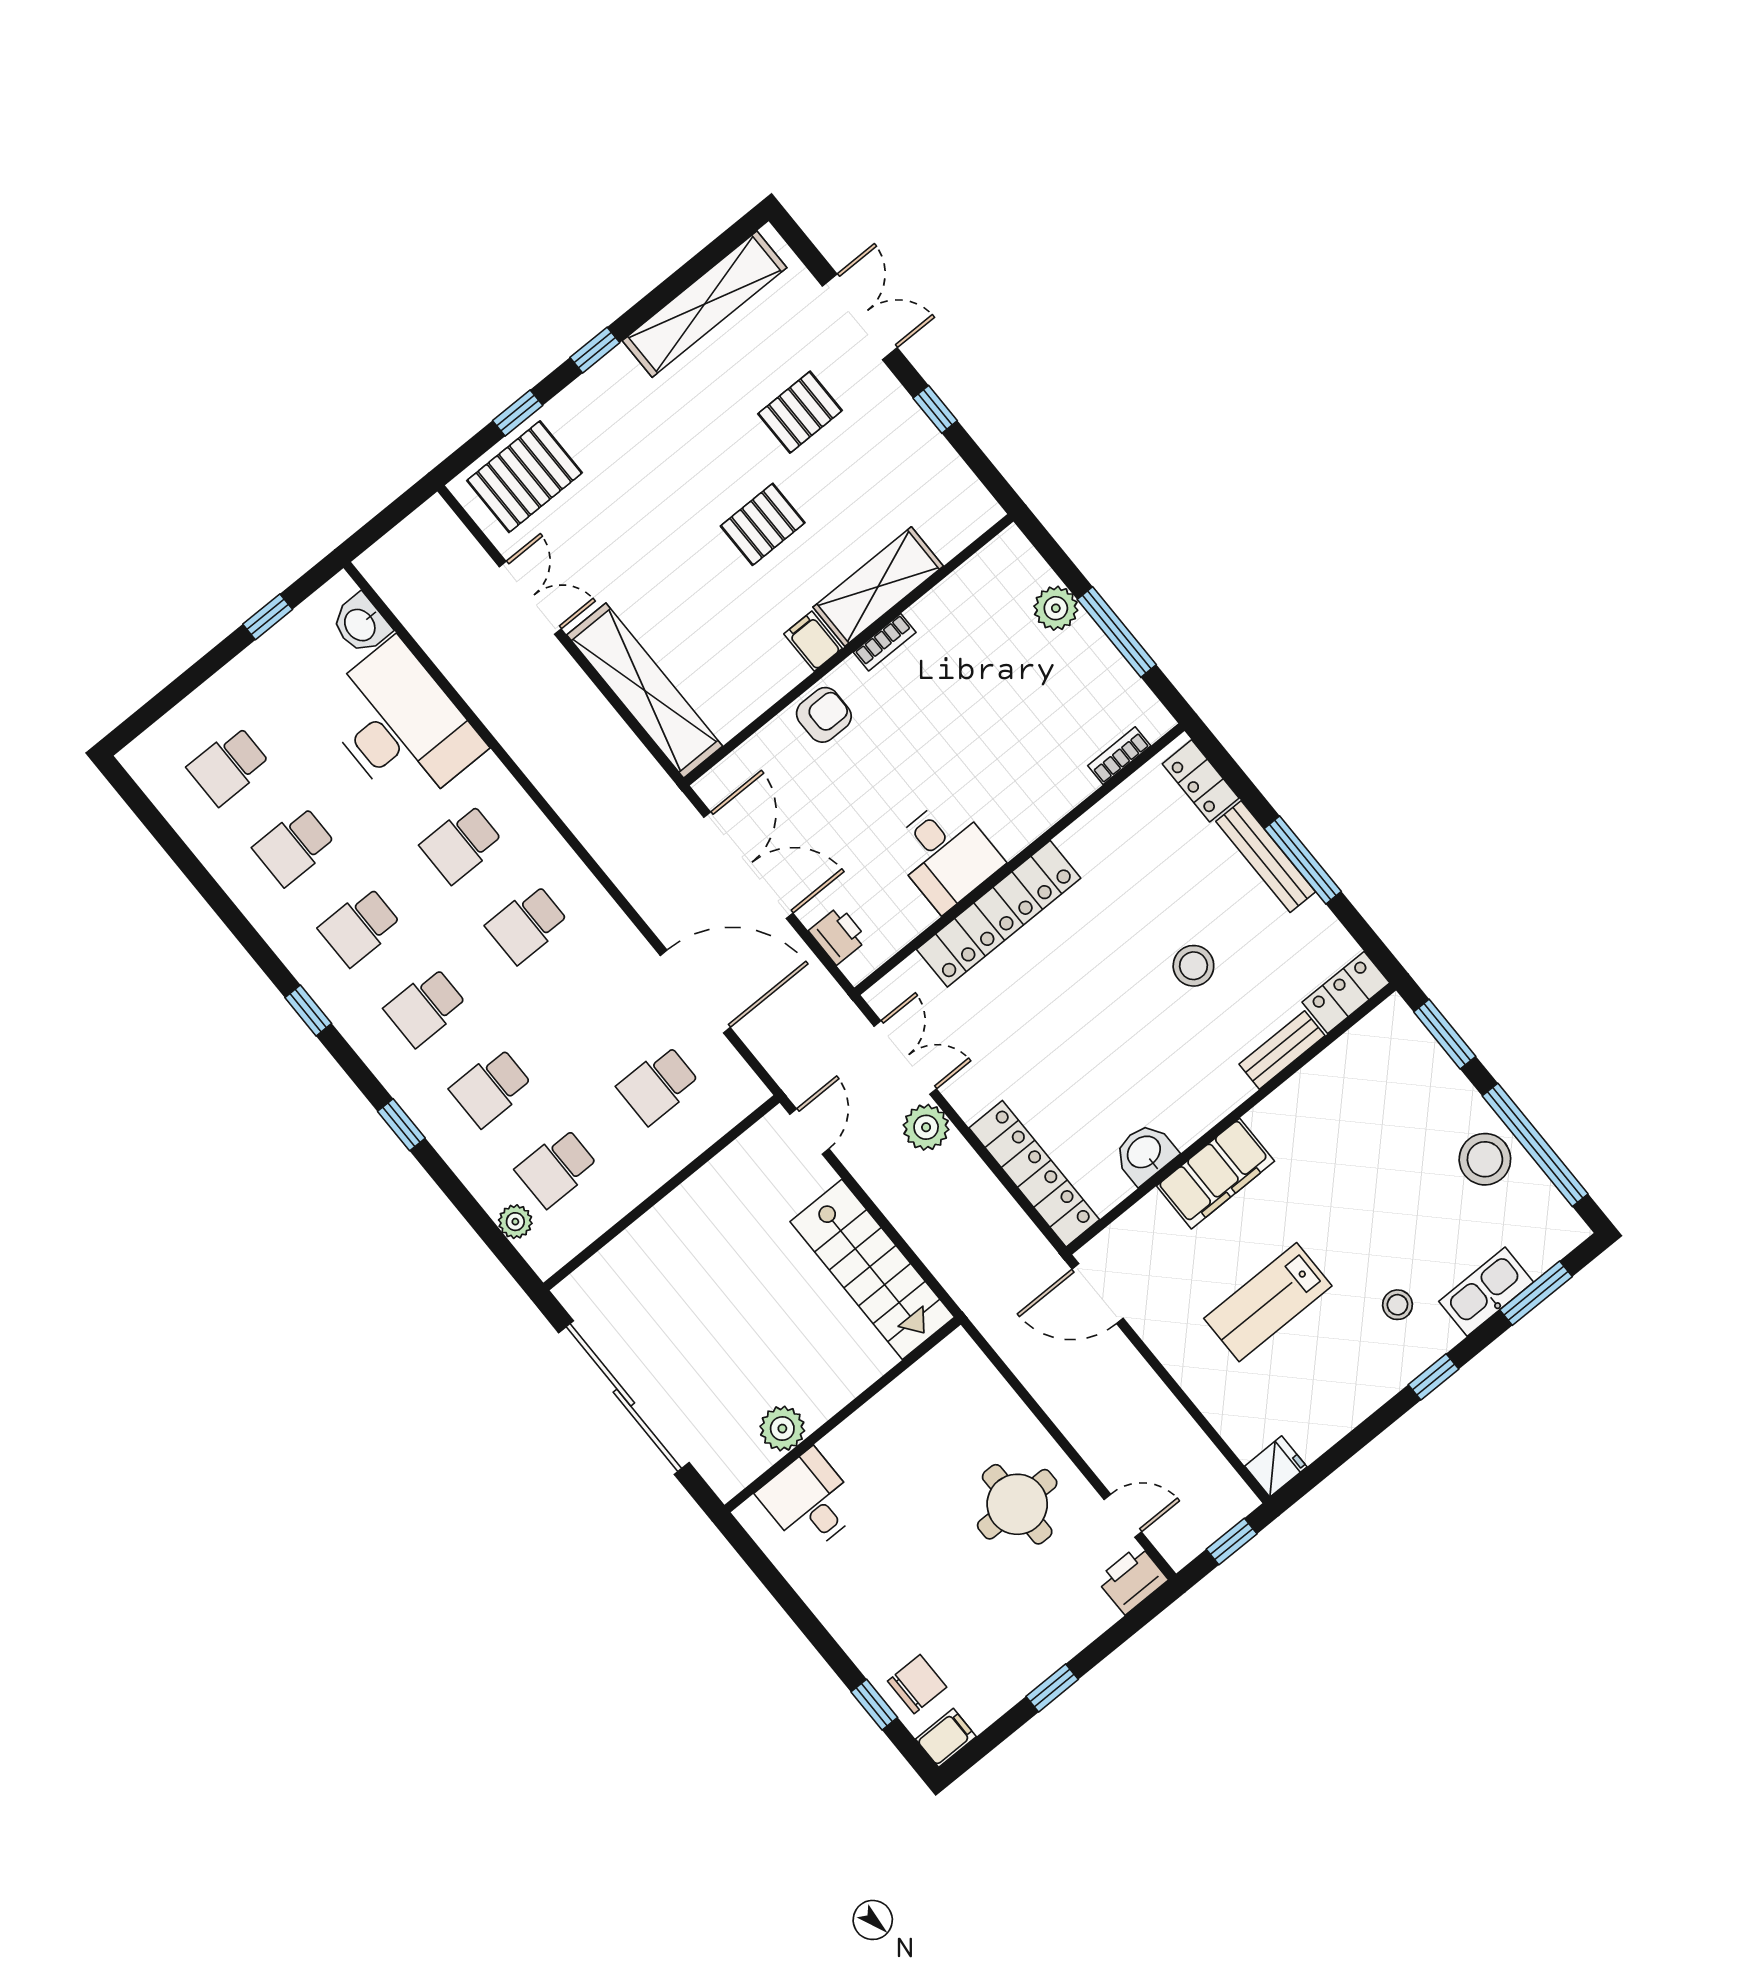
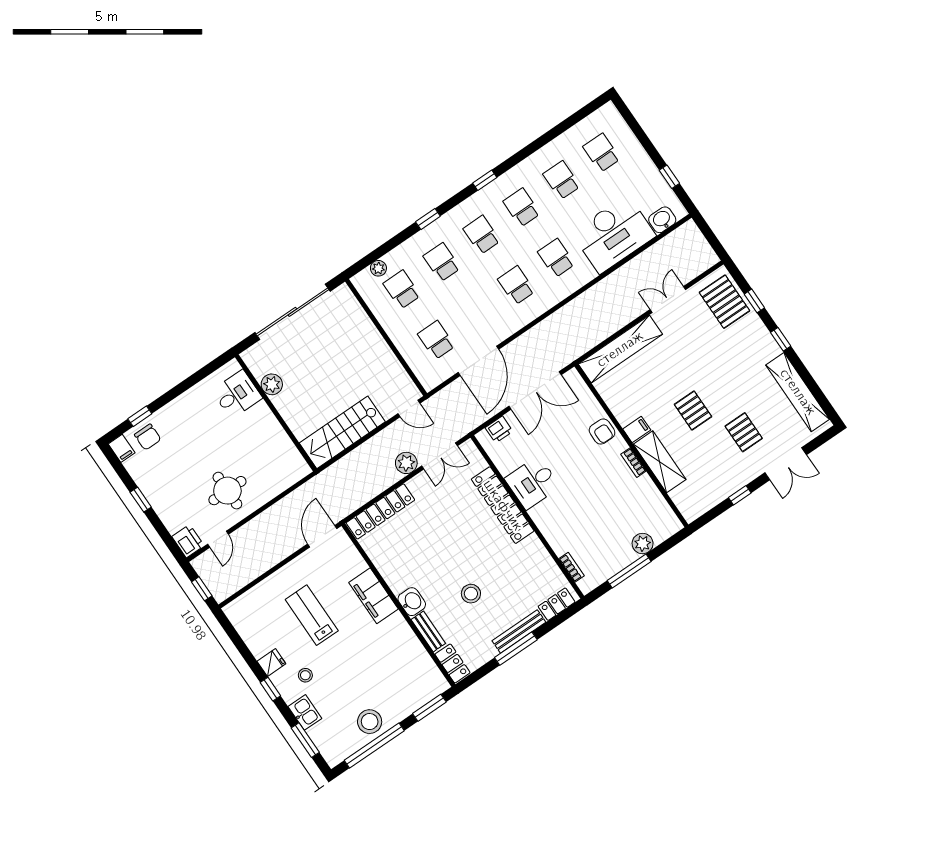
double door: (530, 598) -> (668, 300), swing flipped
washbasin: (1145, 1153) -> (412, 602), moved
kitchen sink: (1486, 1292) -> (305, 712), width x0.73
fridge: (1276, 1466) -> (271, 663), moved, turned -90

